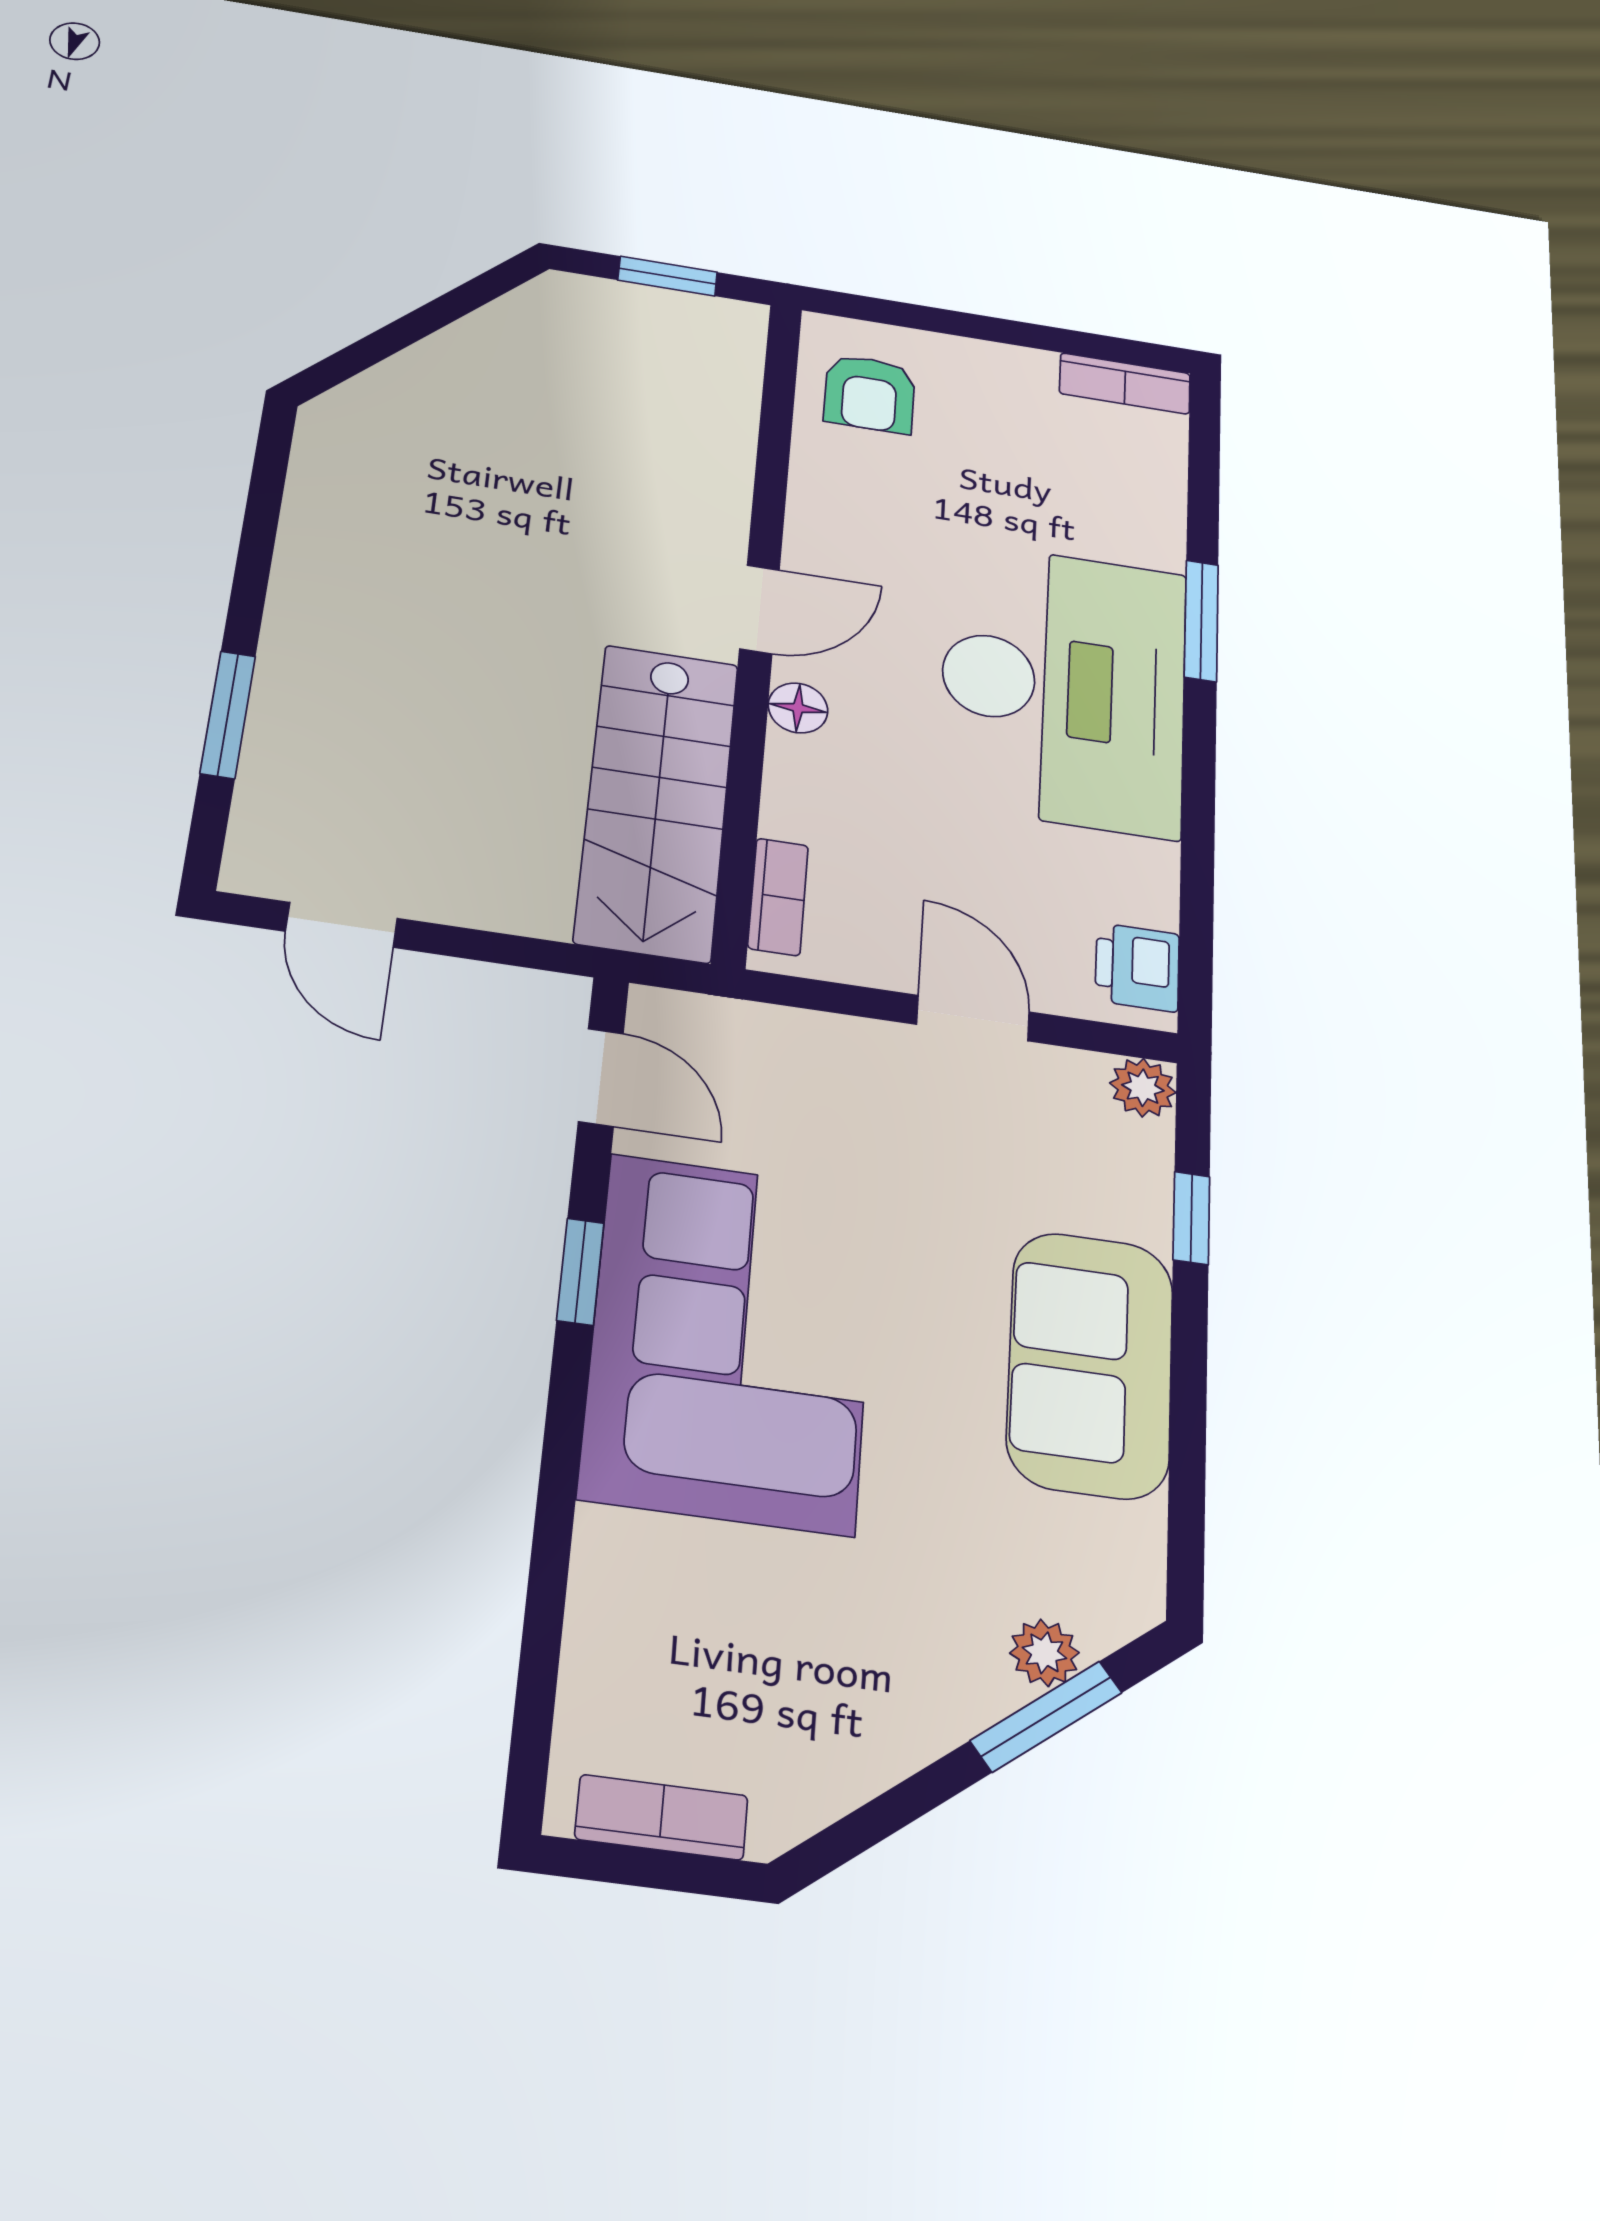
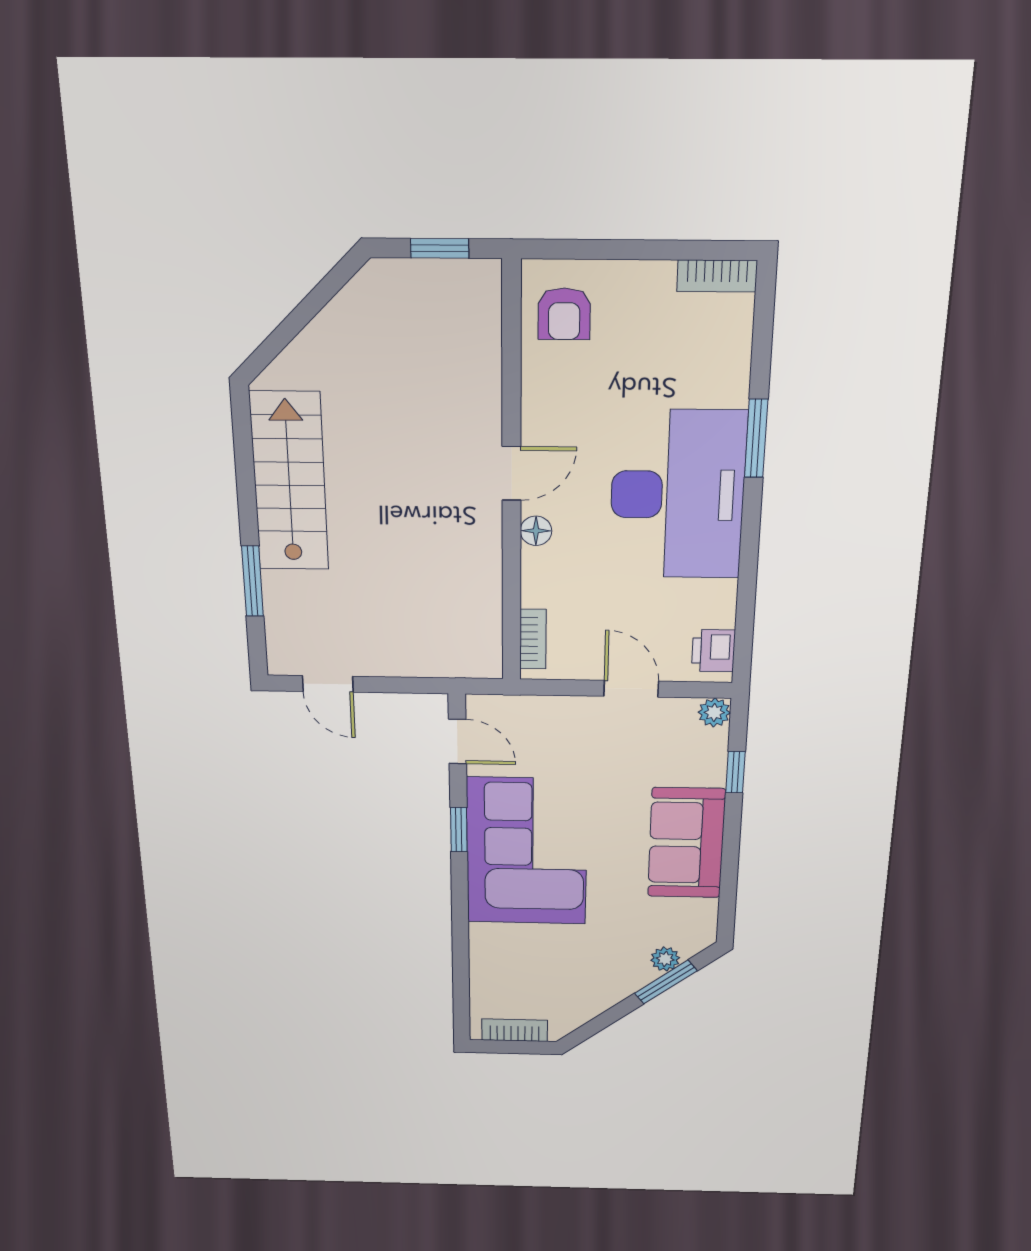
stairs: (657, 801) -> (289, 482), moved, turned 180

